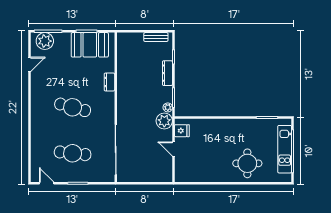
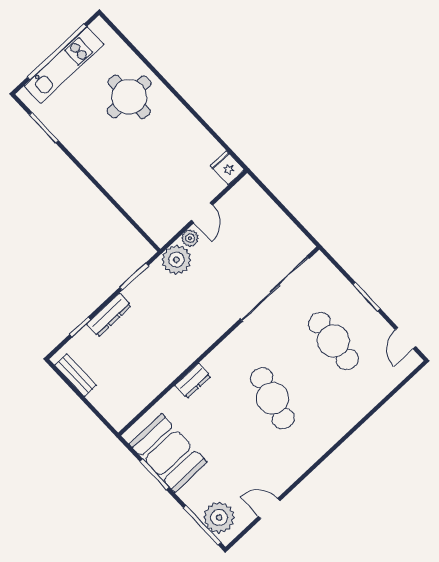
plant: (168, 107) -> (190, 238), moved
fridge: (182, 131) -> (227, 168), moved

